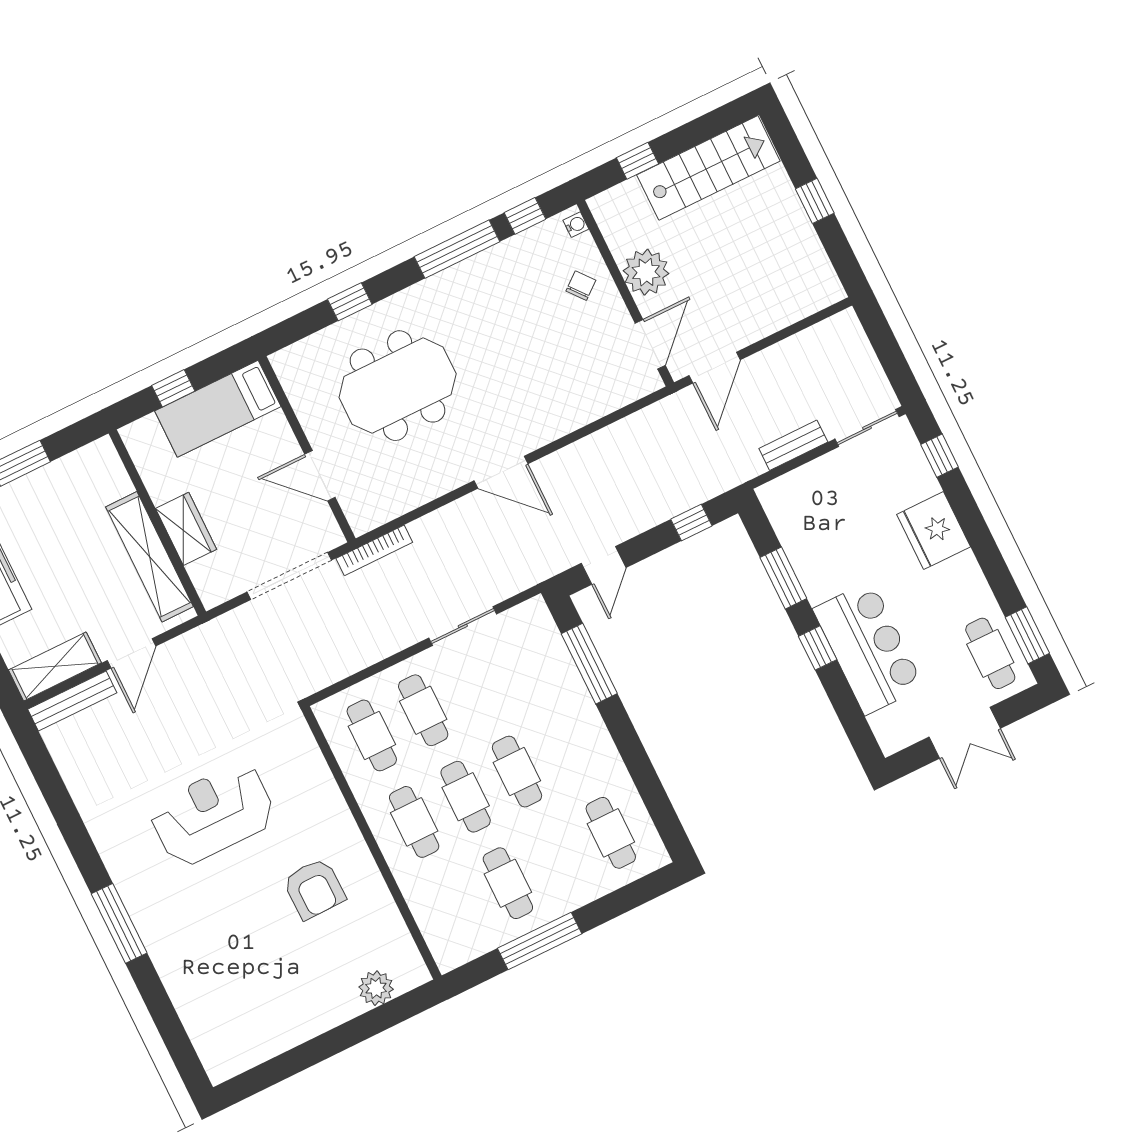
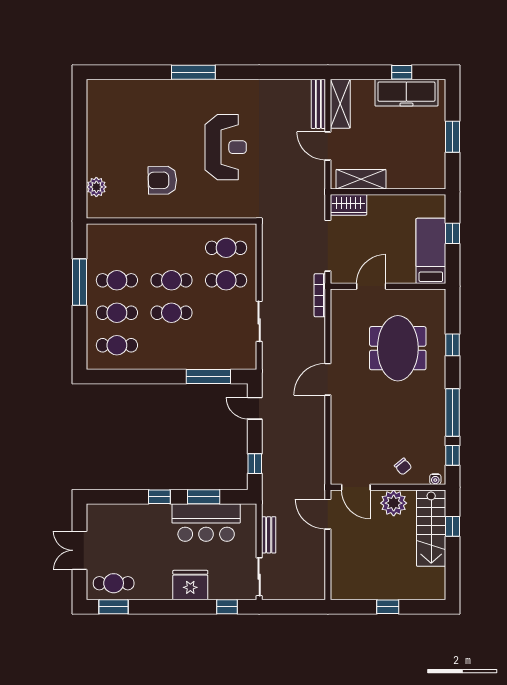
stairs: (708, 168) -> (431, 528), moved
wardrobe: (186, 529) -> (349, 205), moved
shelving: (149, 557) -> (361, 179), width x0.68
bar counter: (868, 648) -> (206, 522), moved
cafe table: (414, 822) -> (117, 313), moved

